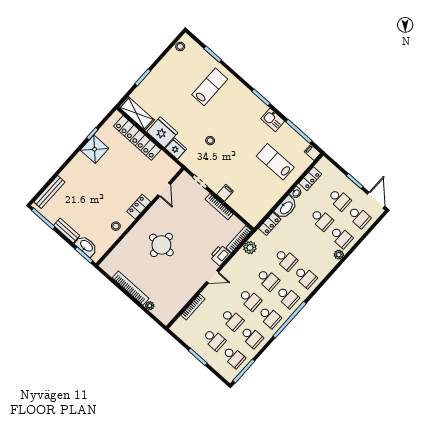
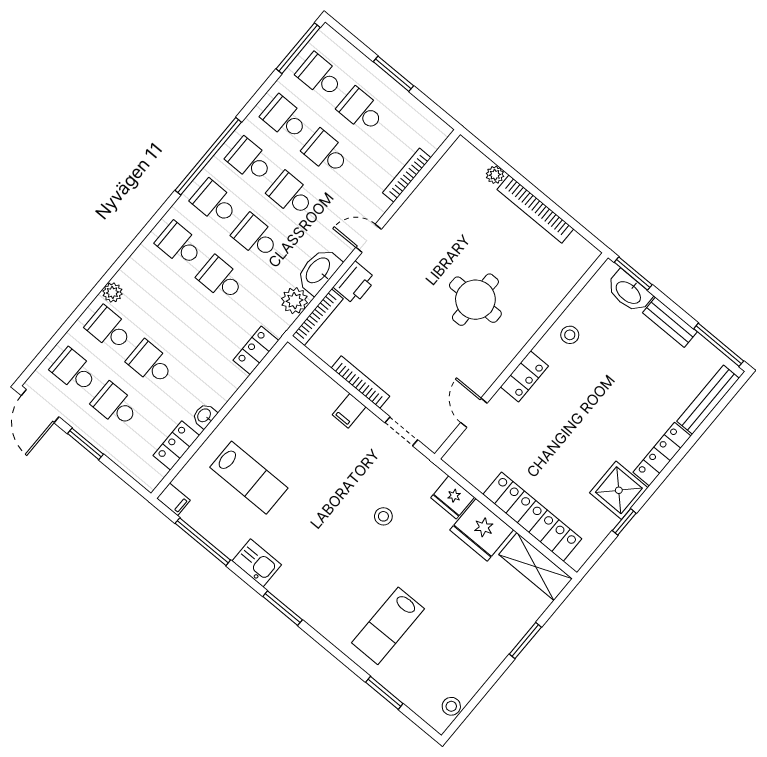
locker: (73, 166) -> (662, 454), added
washbasin: (286, 208) -> (319, 271), moved

